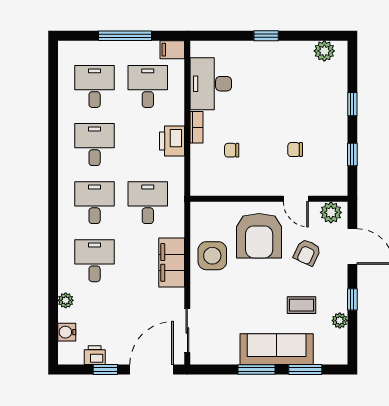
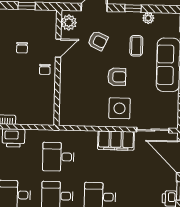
chair: (232, 150) -> (45, 69), moved
armchair: (259, 236) -> (117, 77), moved, width x0.53, depth x0.53
side table: (212, 256) -> (120, 108), moved
filing cabinet: (172, 262) -> (116, 141), moved

